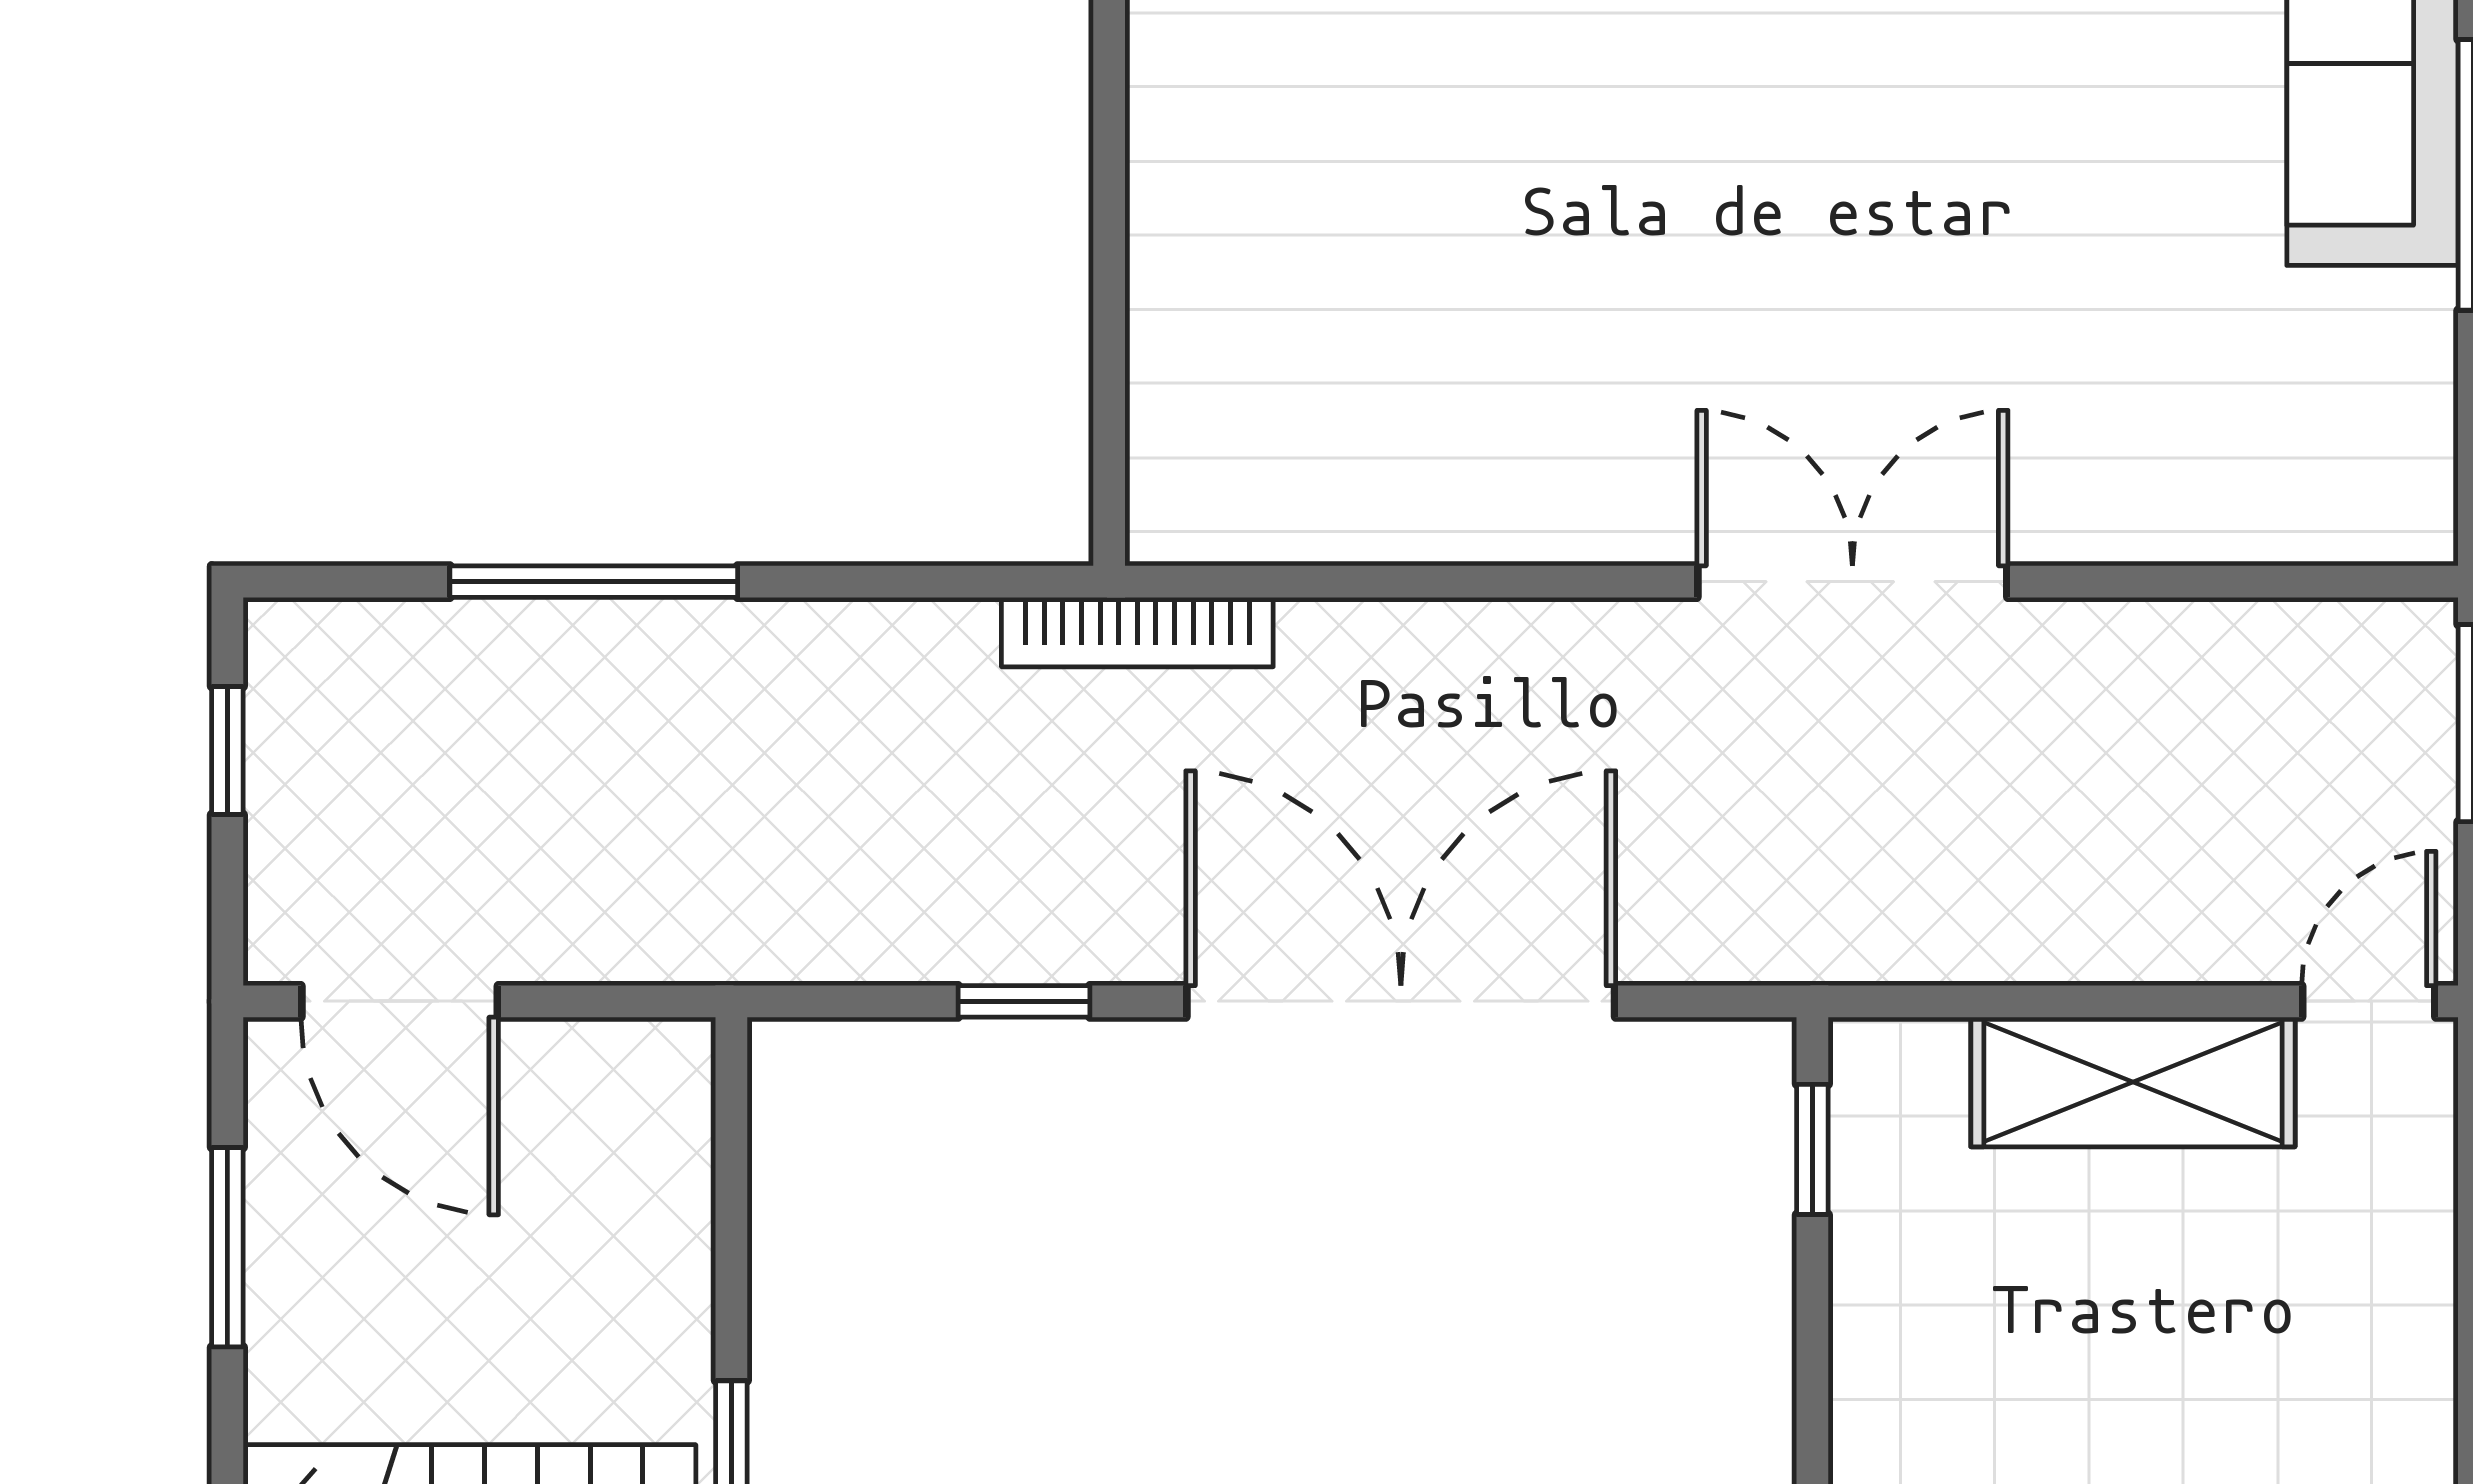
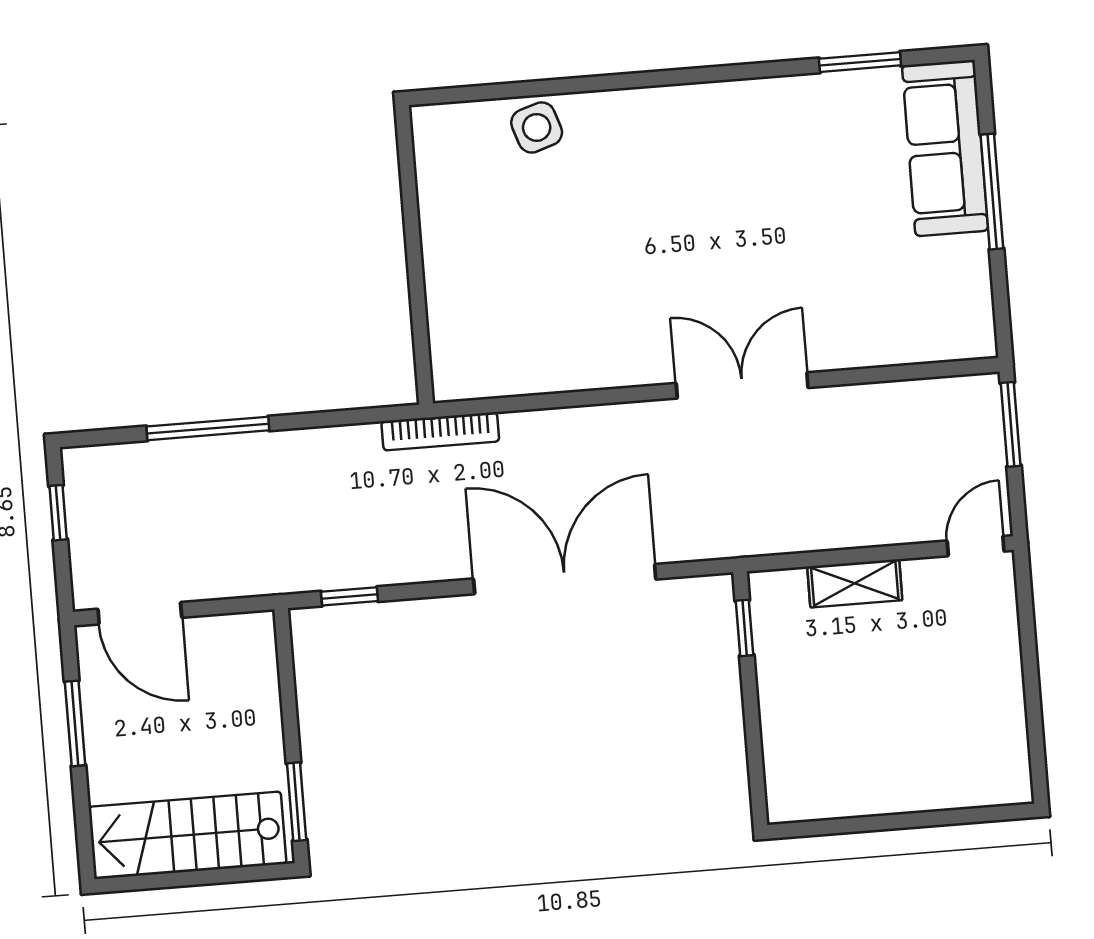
window: (1024, 1001) -> (349, 596), moved
shelving: (2133, 1082) -> (855, 583), width x0.67, depth x0.75

